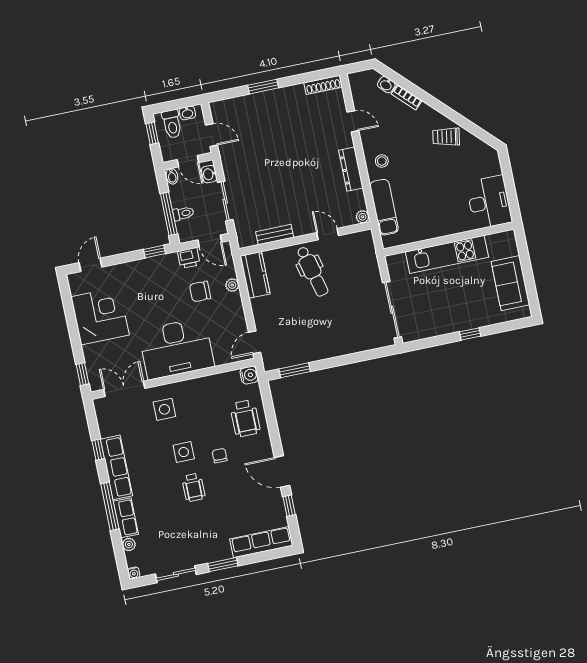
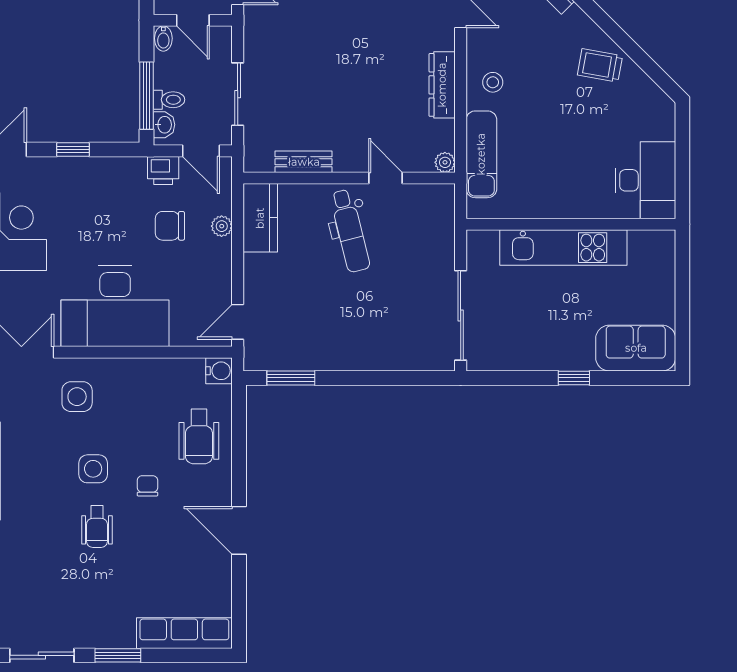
washbasin: (209, 174) -> (164, 125), moved, turned 180
window: (155, 252) -> (73, 149), moved
sofa: (510, 283) -> (636, 348), moved, turned 90
window: (289, 506) -> (239, 585), removed

